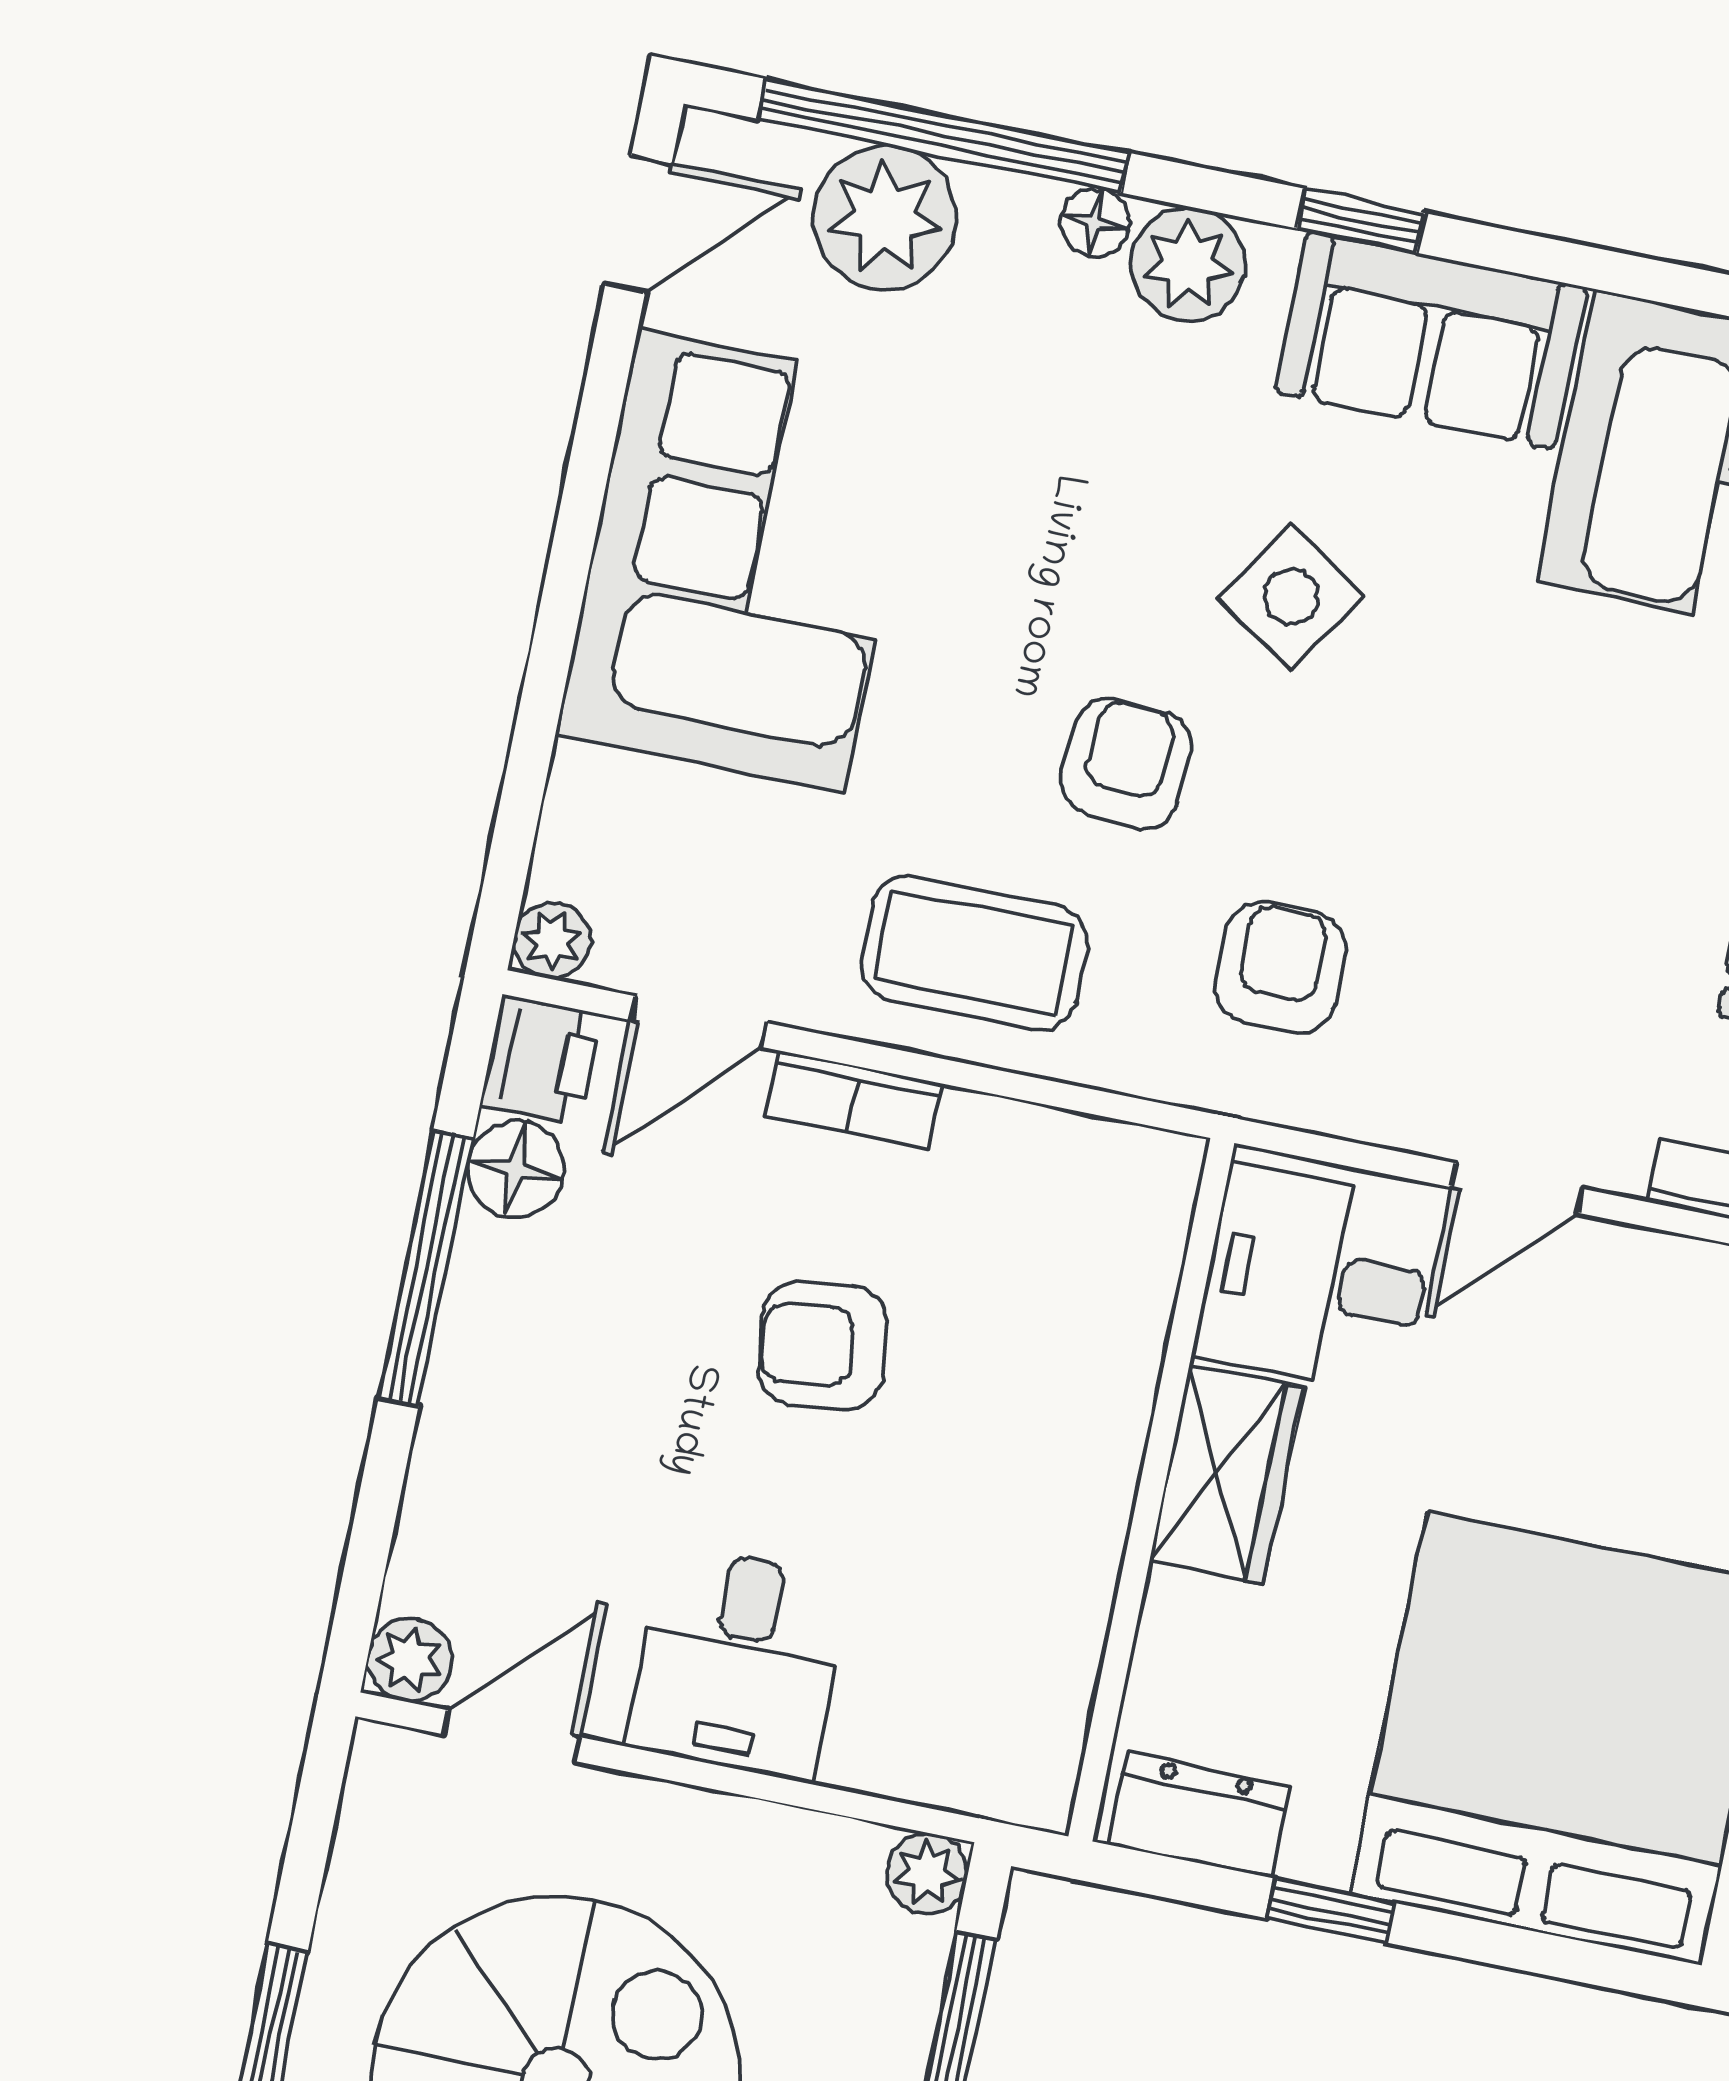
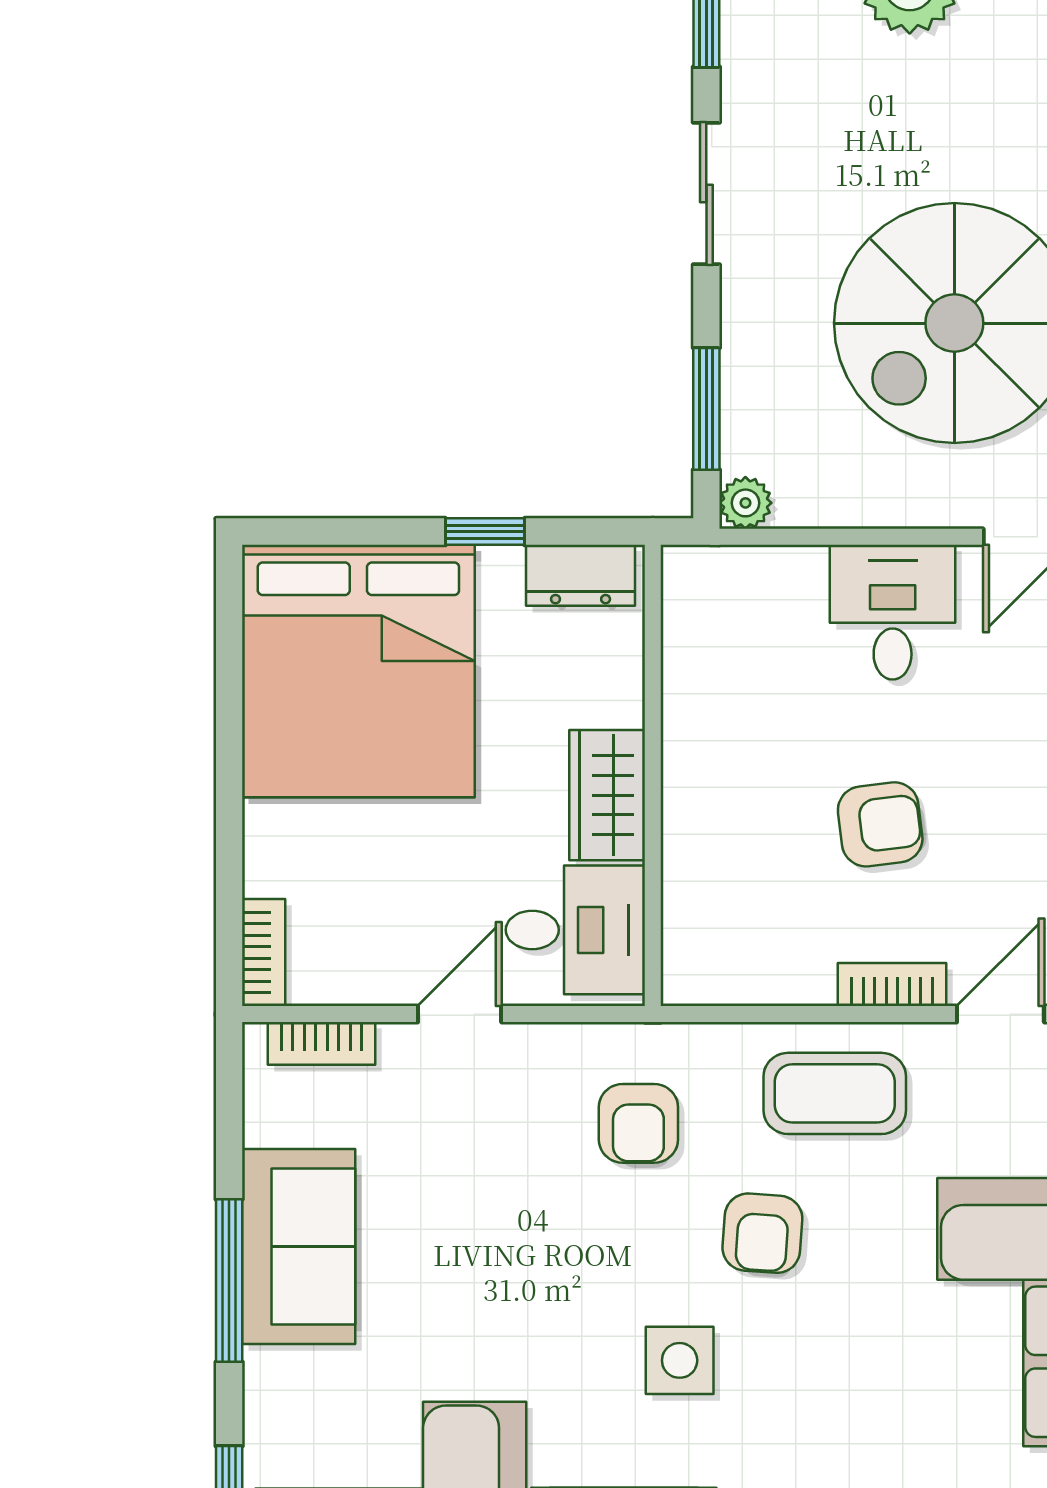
side table: (1291, 596) -> (680, 1360), turned -33

